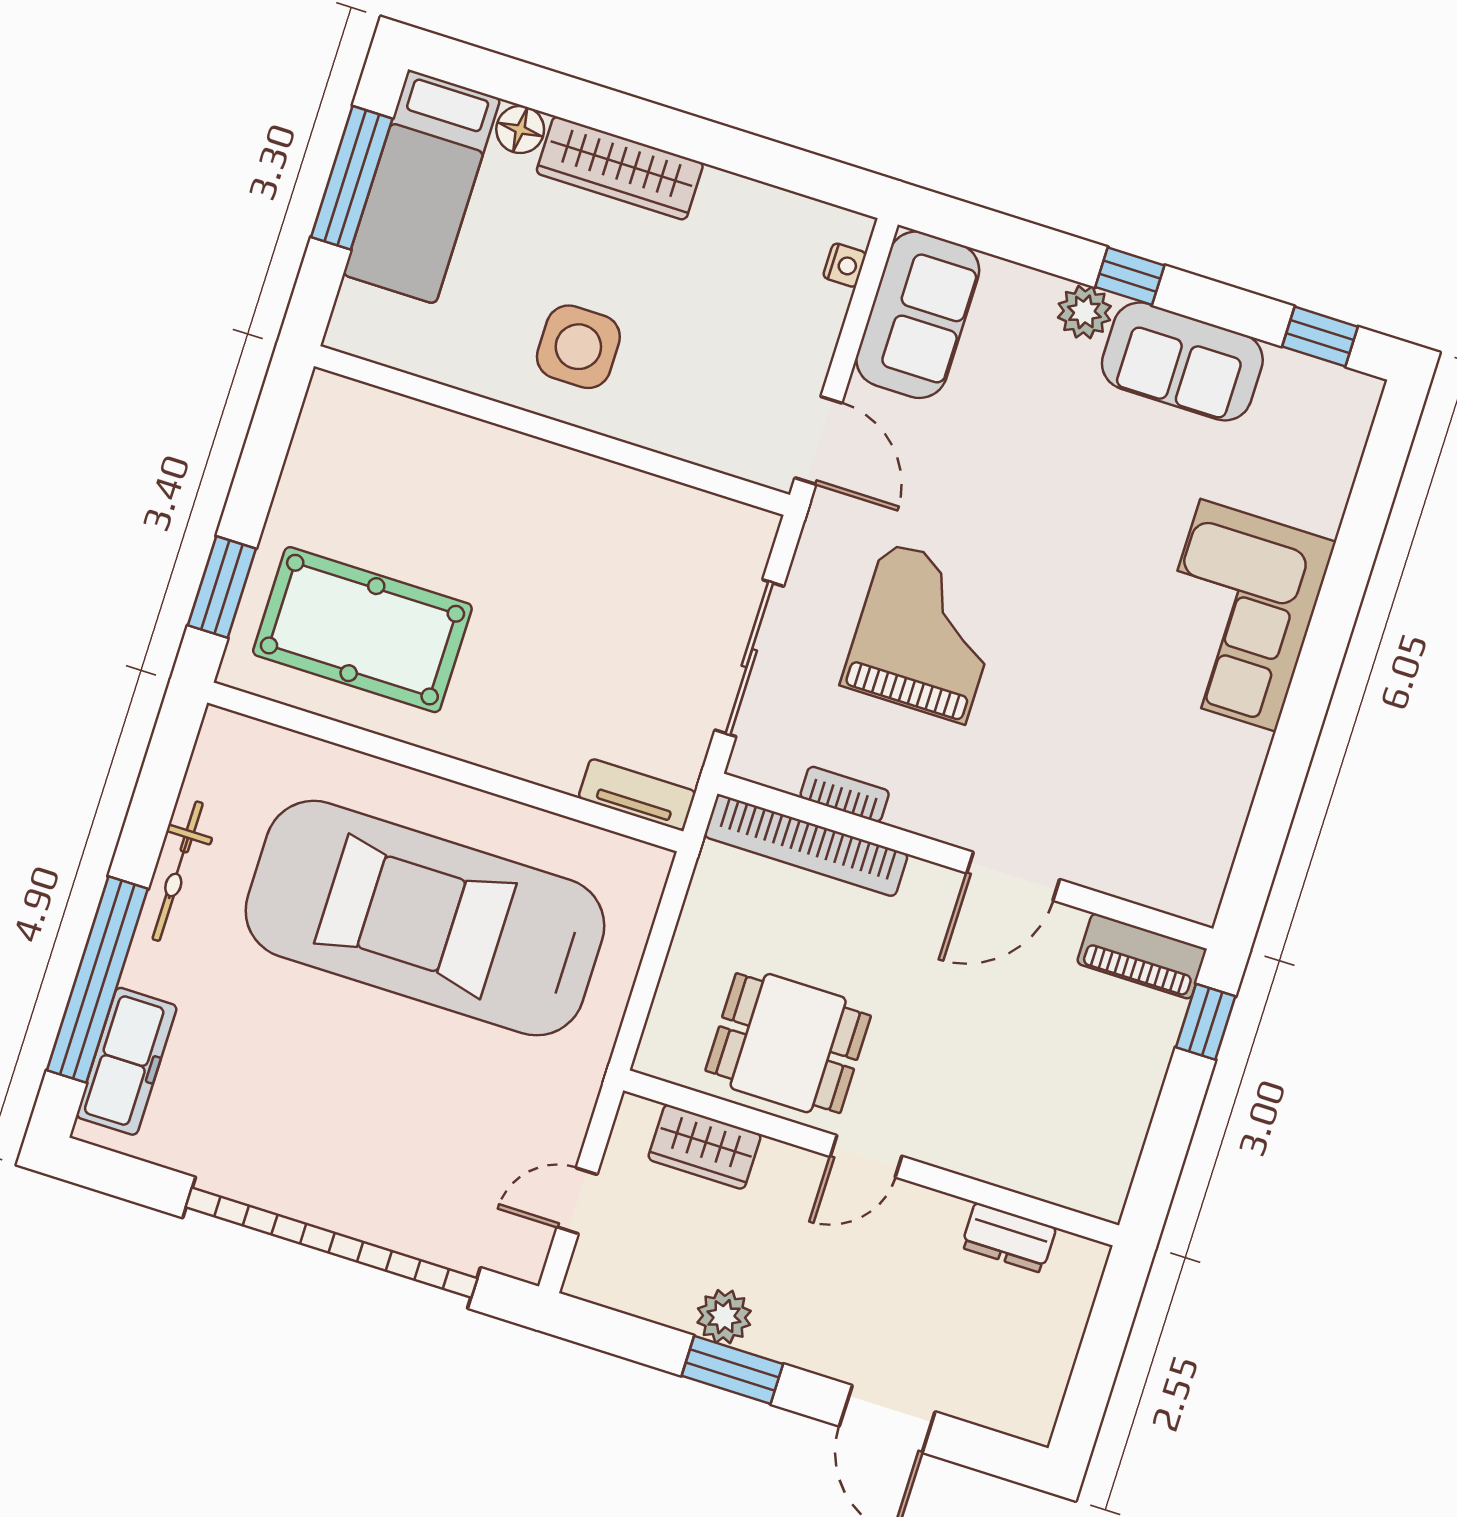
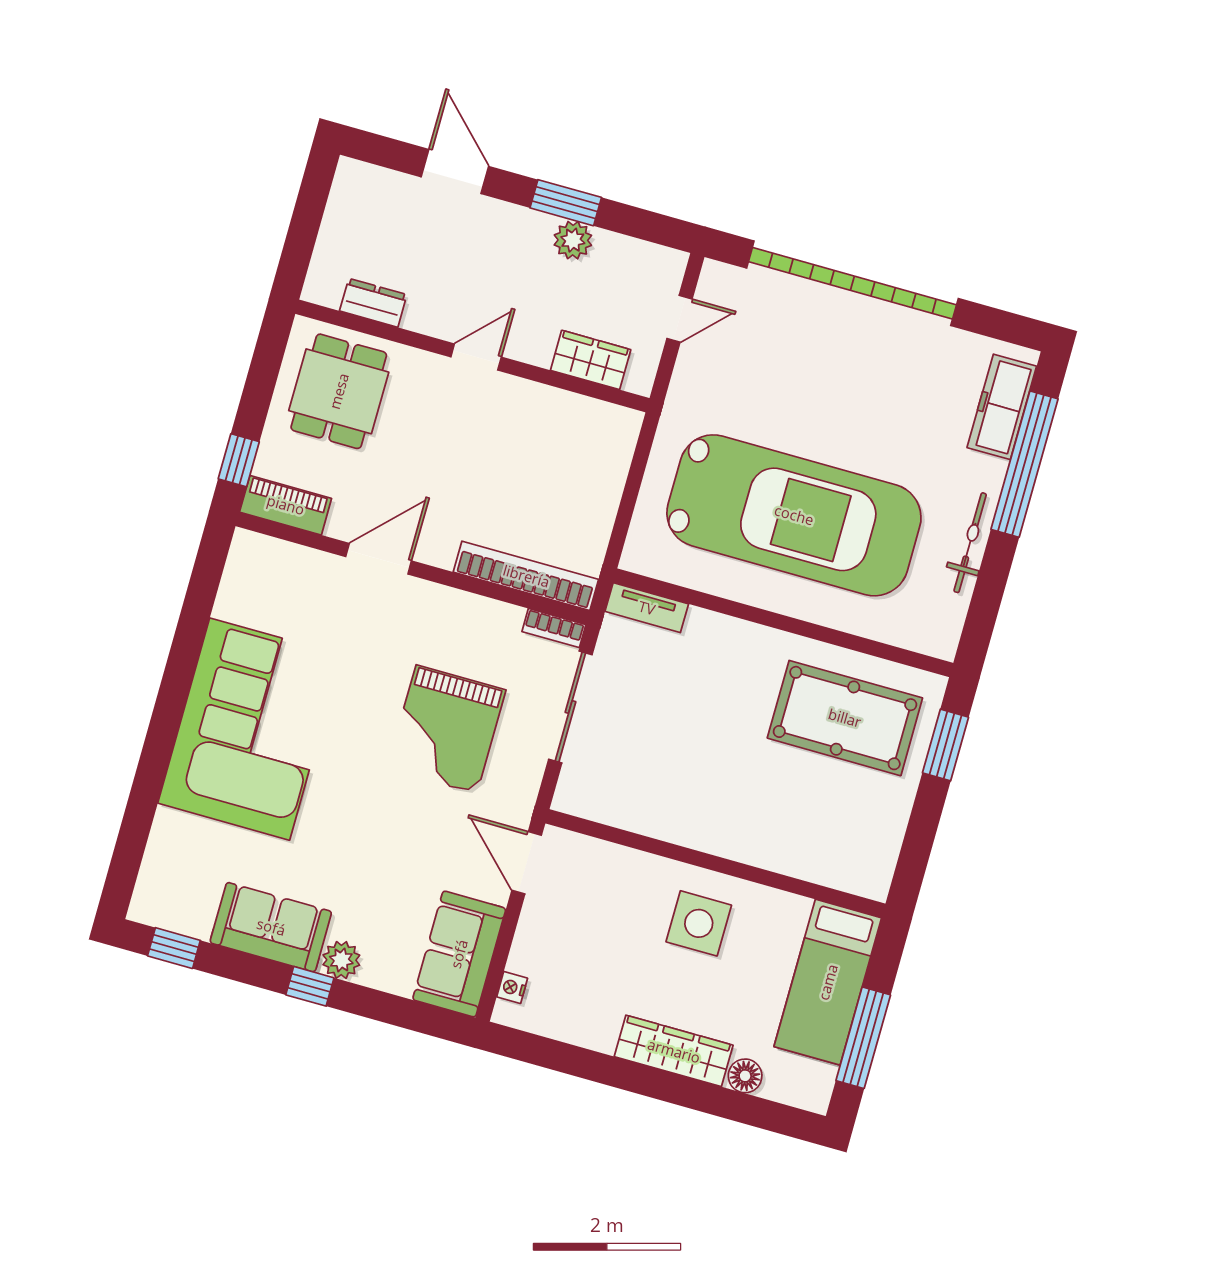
bed: (422, 187) -> (828, 982), moved, turned 180
corner sofa: (1238, 615) -> (250, 729), width x1.36, depth x1.36
bookcase: (845, 794) -> (554, 628), moved
dining table: (788, 1043) -> (339, 391), moved, turned 90

